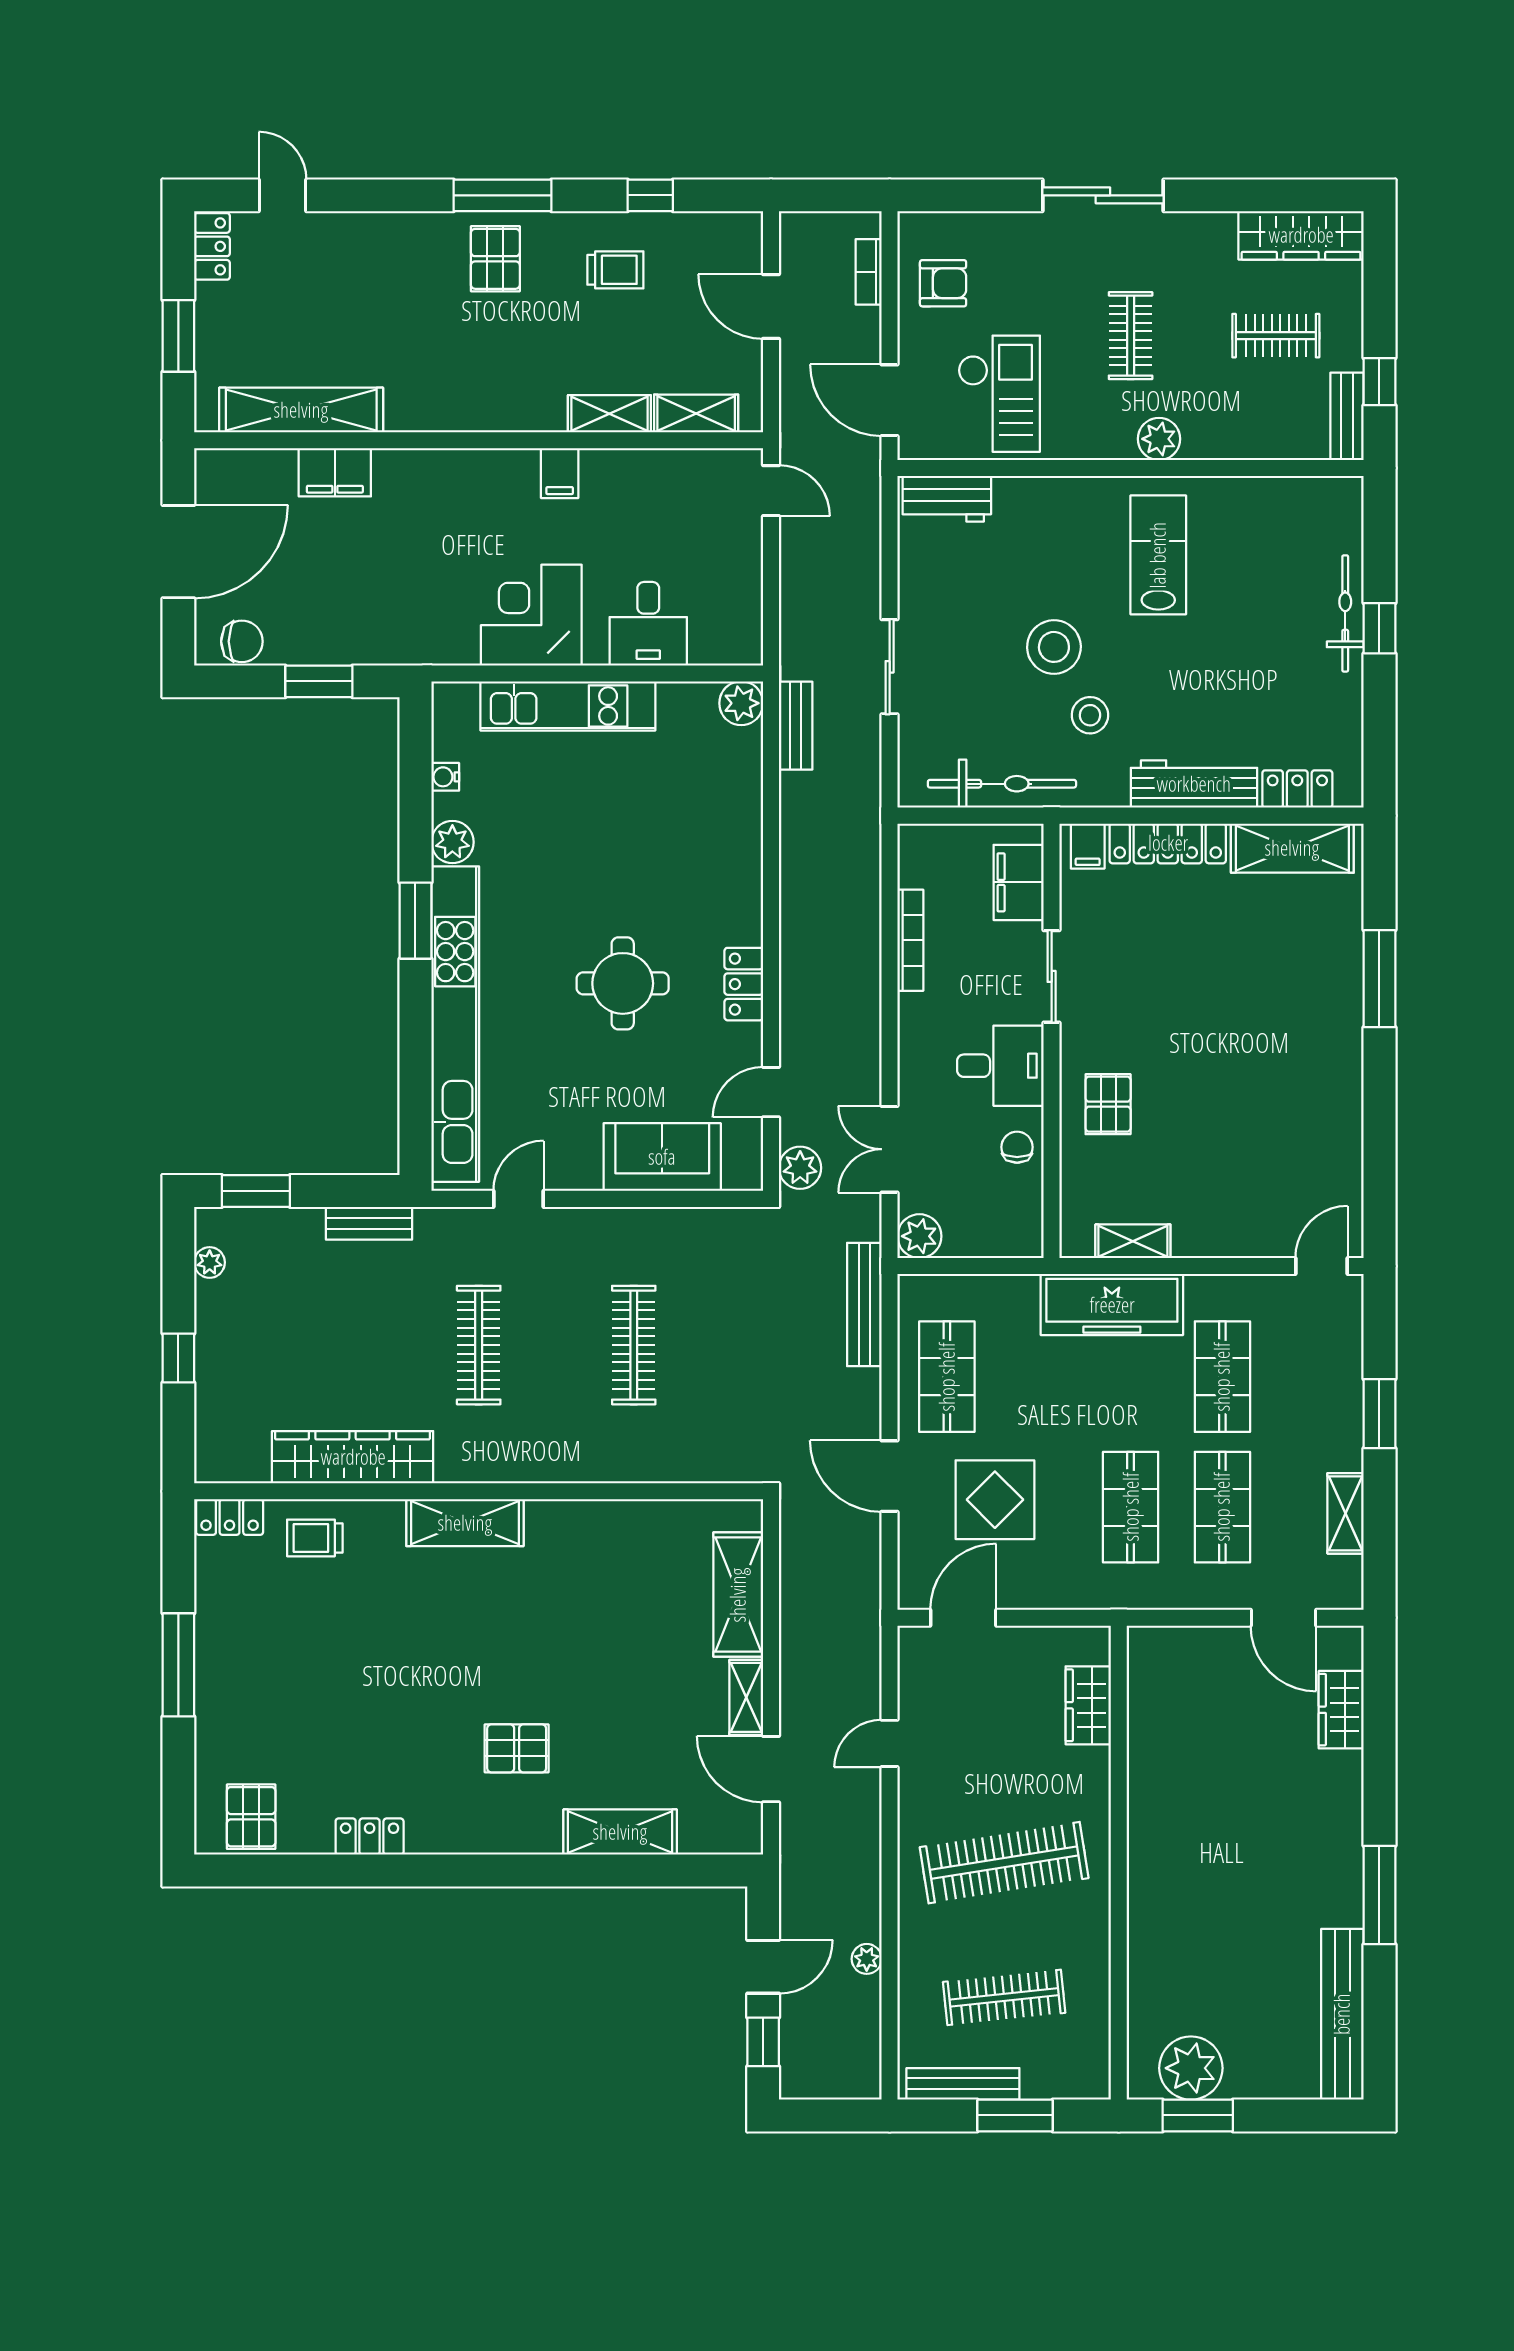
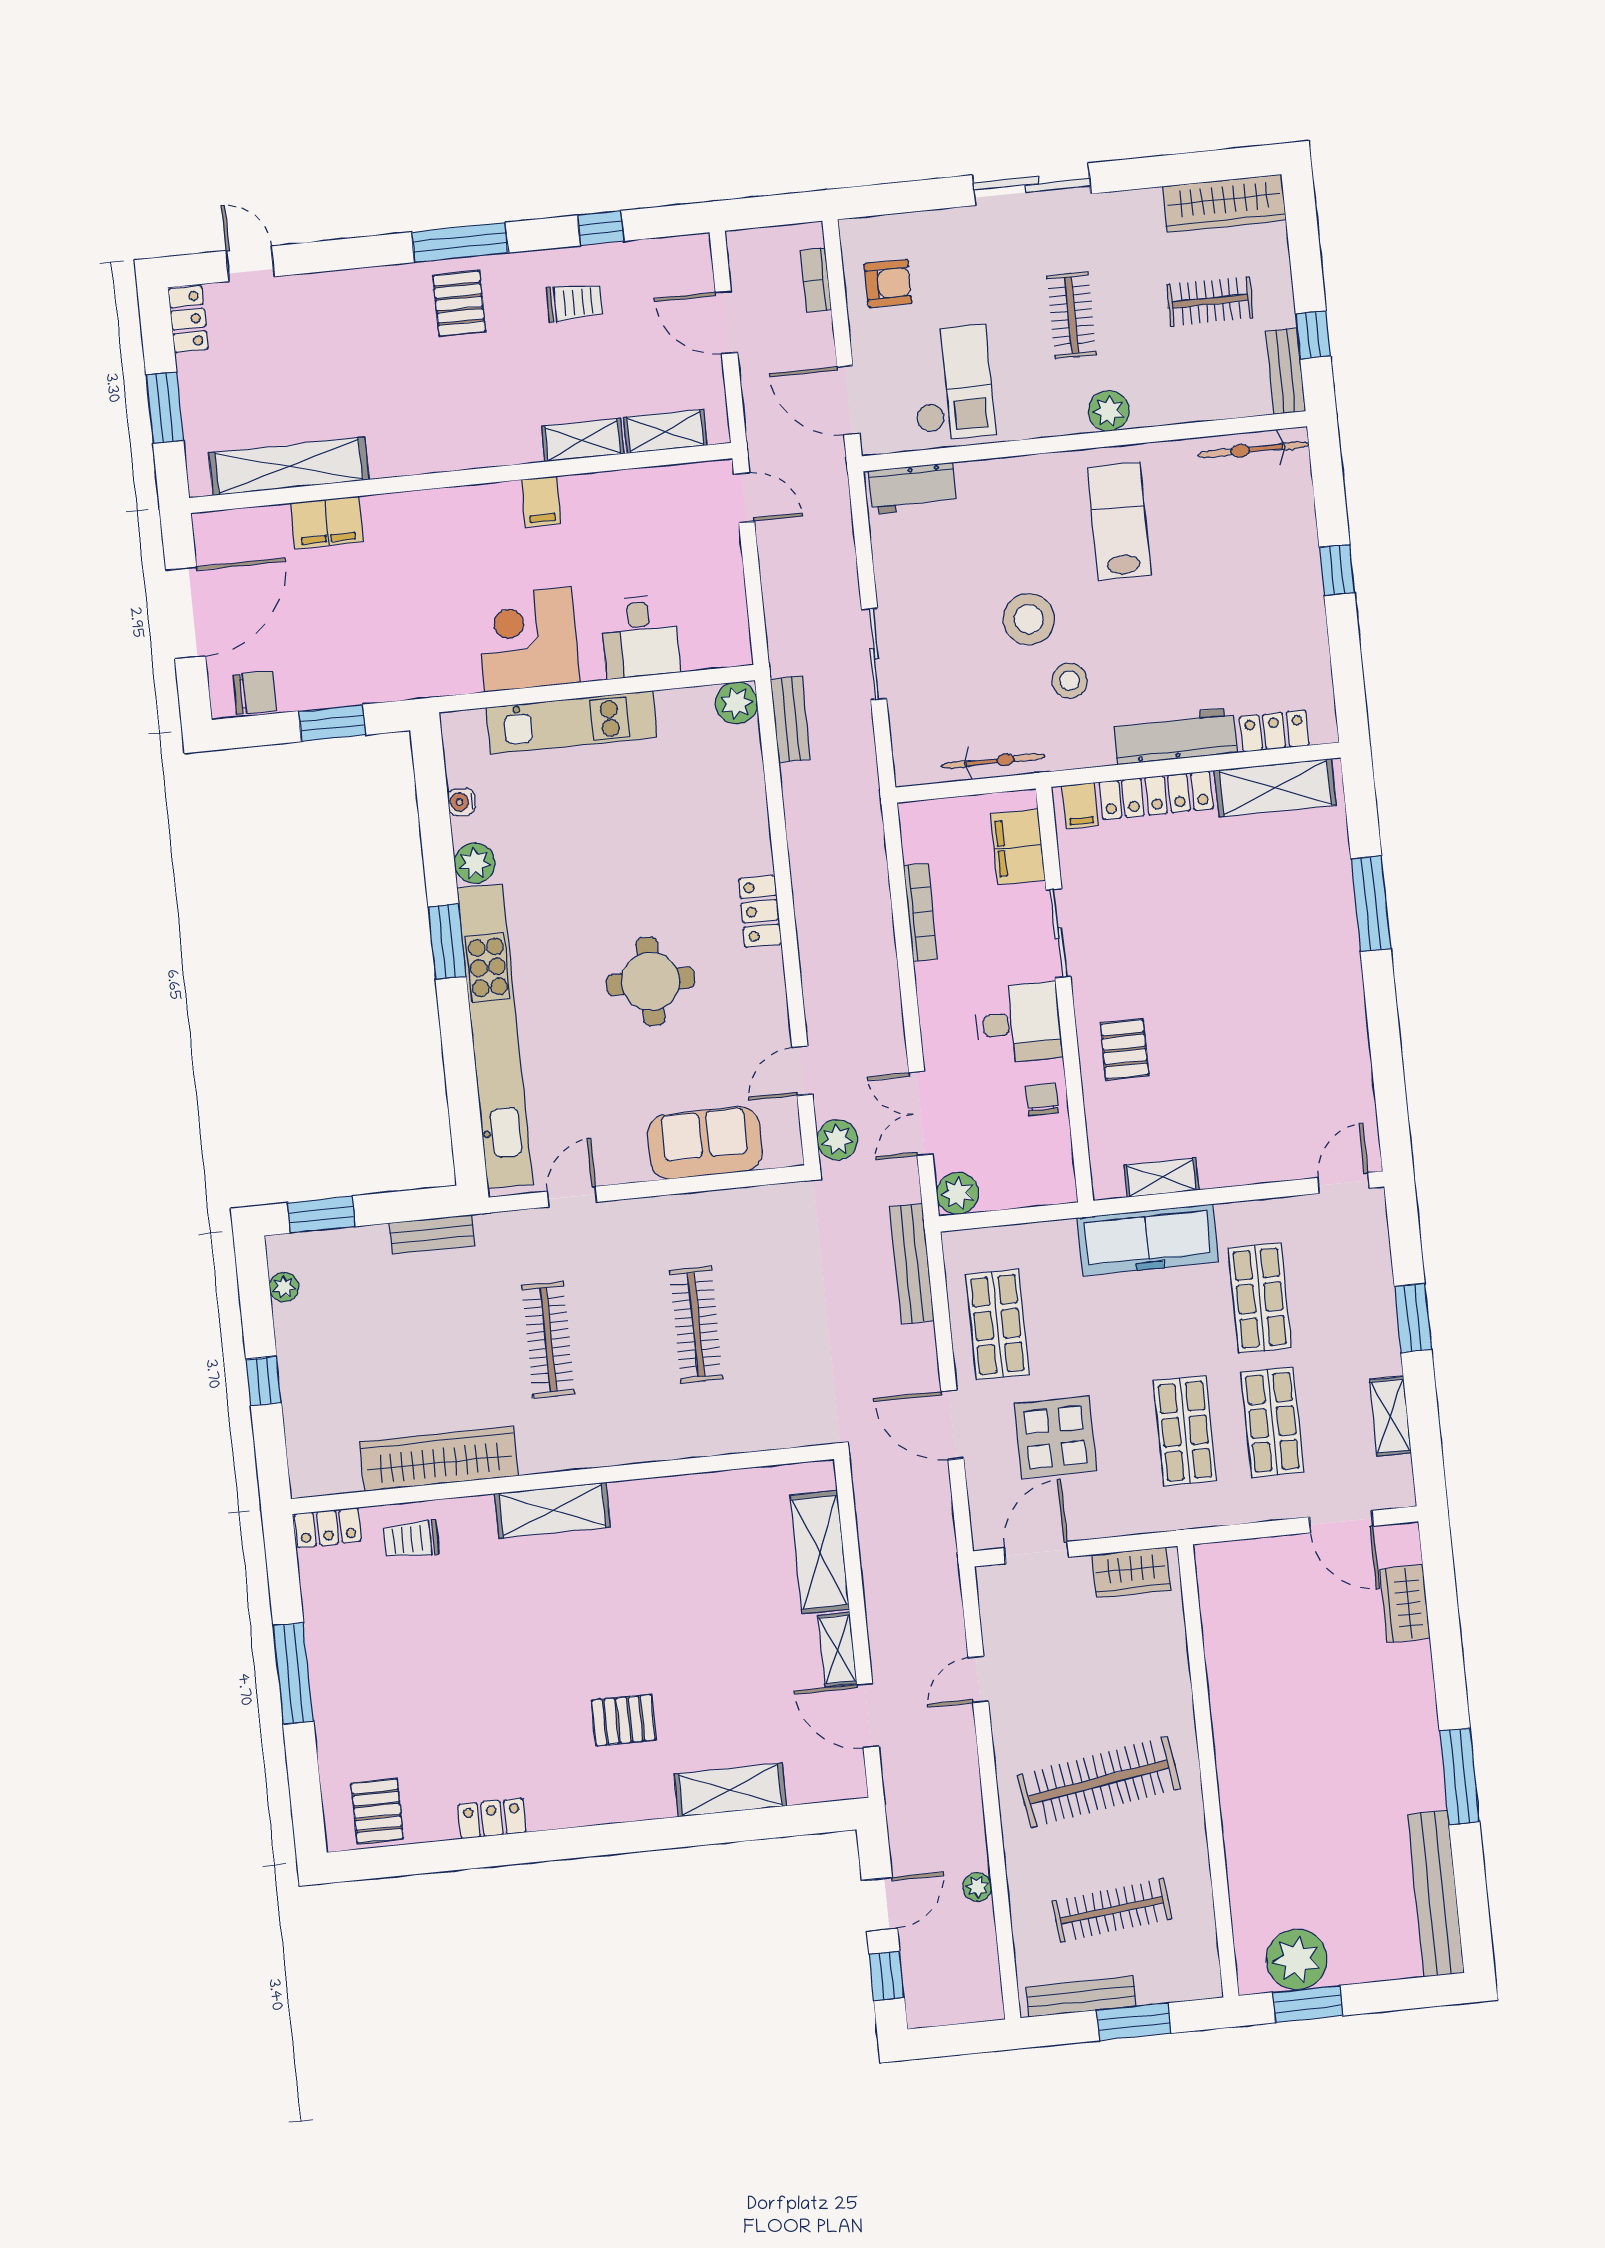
bicycle: (1345, 613) -> (1254, 449), moved, turned -90
bicycle: (1002, 784) -> (993, 761), width x0.73, depth x0.71
locker: (744, 984) -> (760, 911), moved
wardrobe: (1088, 1705) -> (1131, 1572), moved, turned -90

